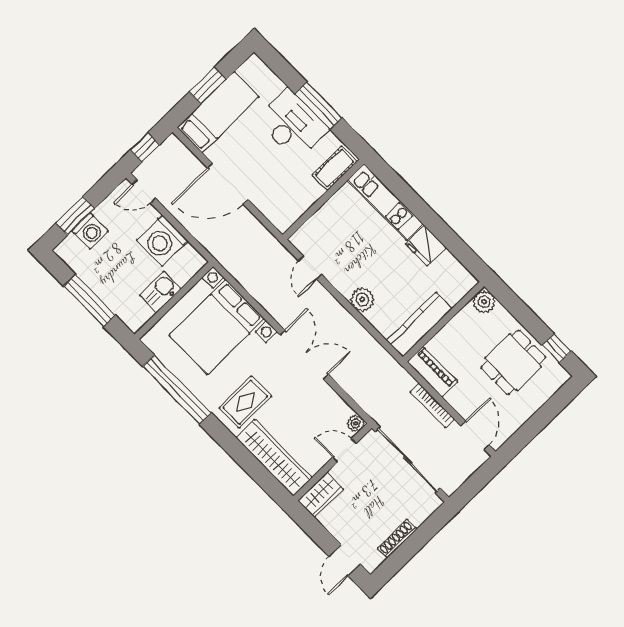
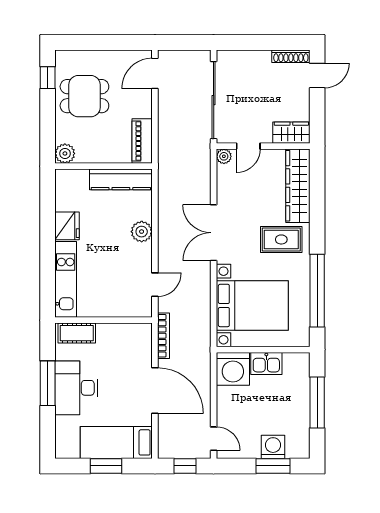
washing machine: (162, 241) -> (233, 369), moved, turned 90
bookcase: (432, 405) -> (163, 336), moved
door: (344, 450) -> (248, 146), hinge flipped
shoe rack: (397, 539) -> (291, 56), moved

